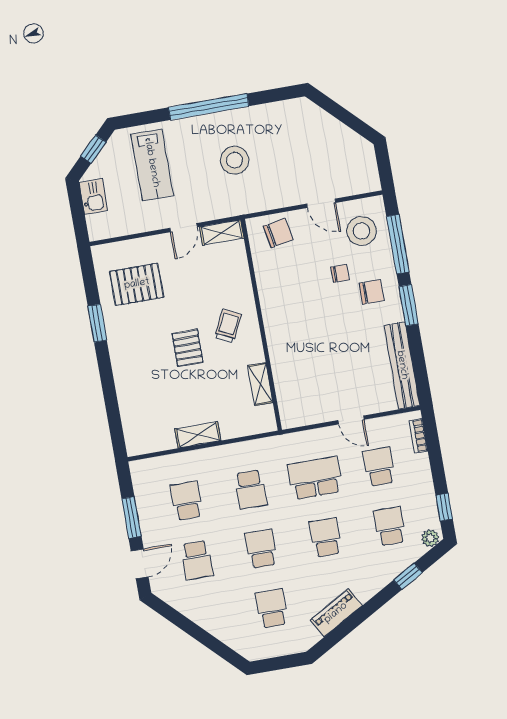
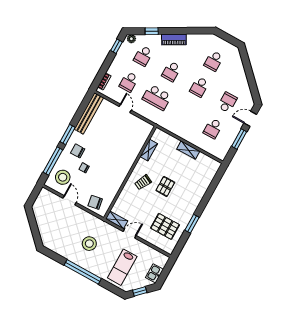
lab bench: (152, 165) -> (122, 267), turned 180
school desk: (251, 489) -> (185, 113), removed
piano: (336, 613) -> (174, 39), moved

